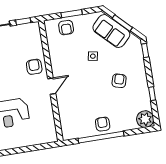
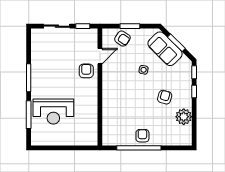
armchair: (66, 28) -> (122, 39), turned -56
door: (52, 86) -> (100, 56), moved
window: (152, 94) -> (194, 91), moved
plant: (145, 119) -> (184, 117), moved

